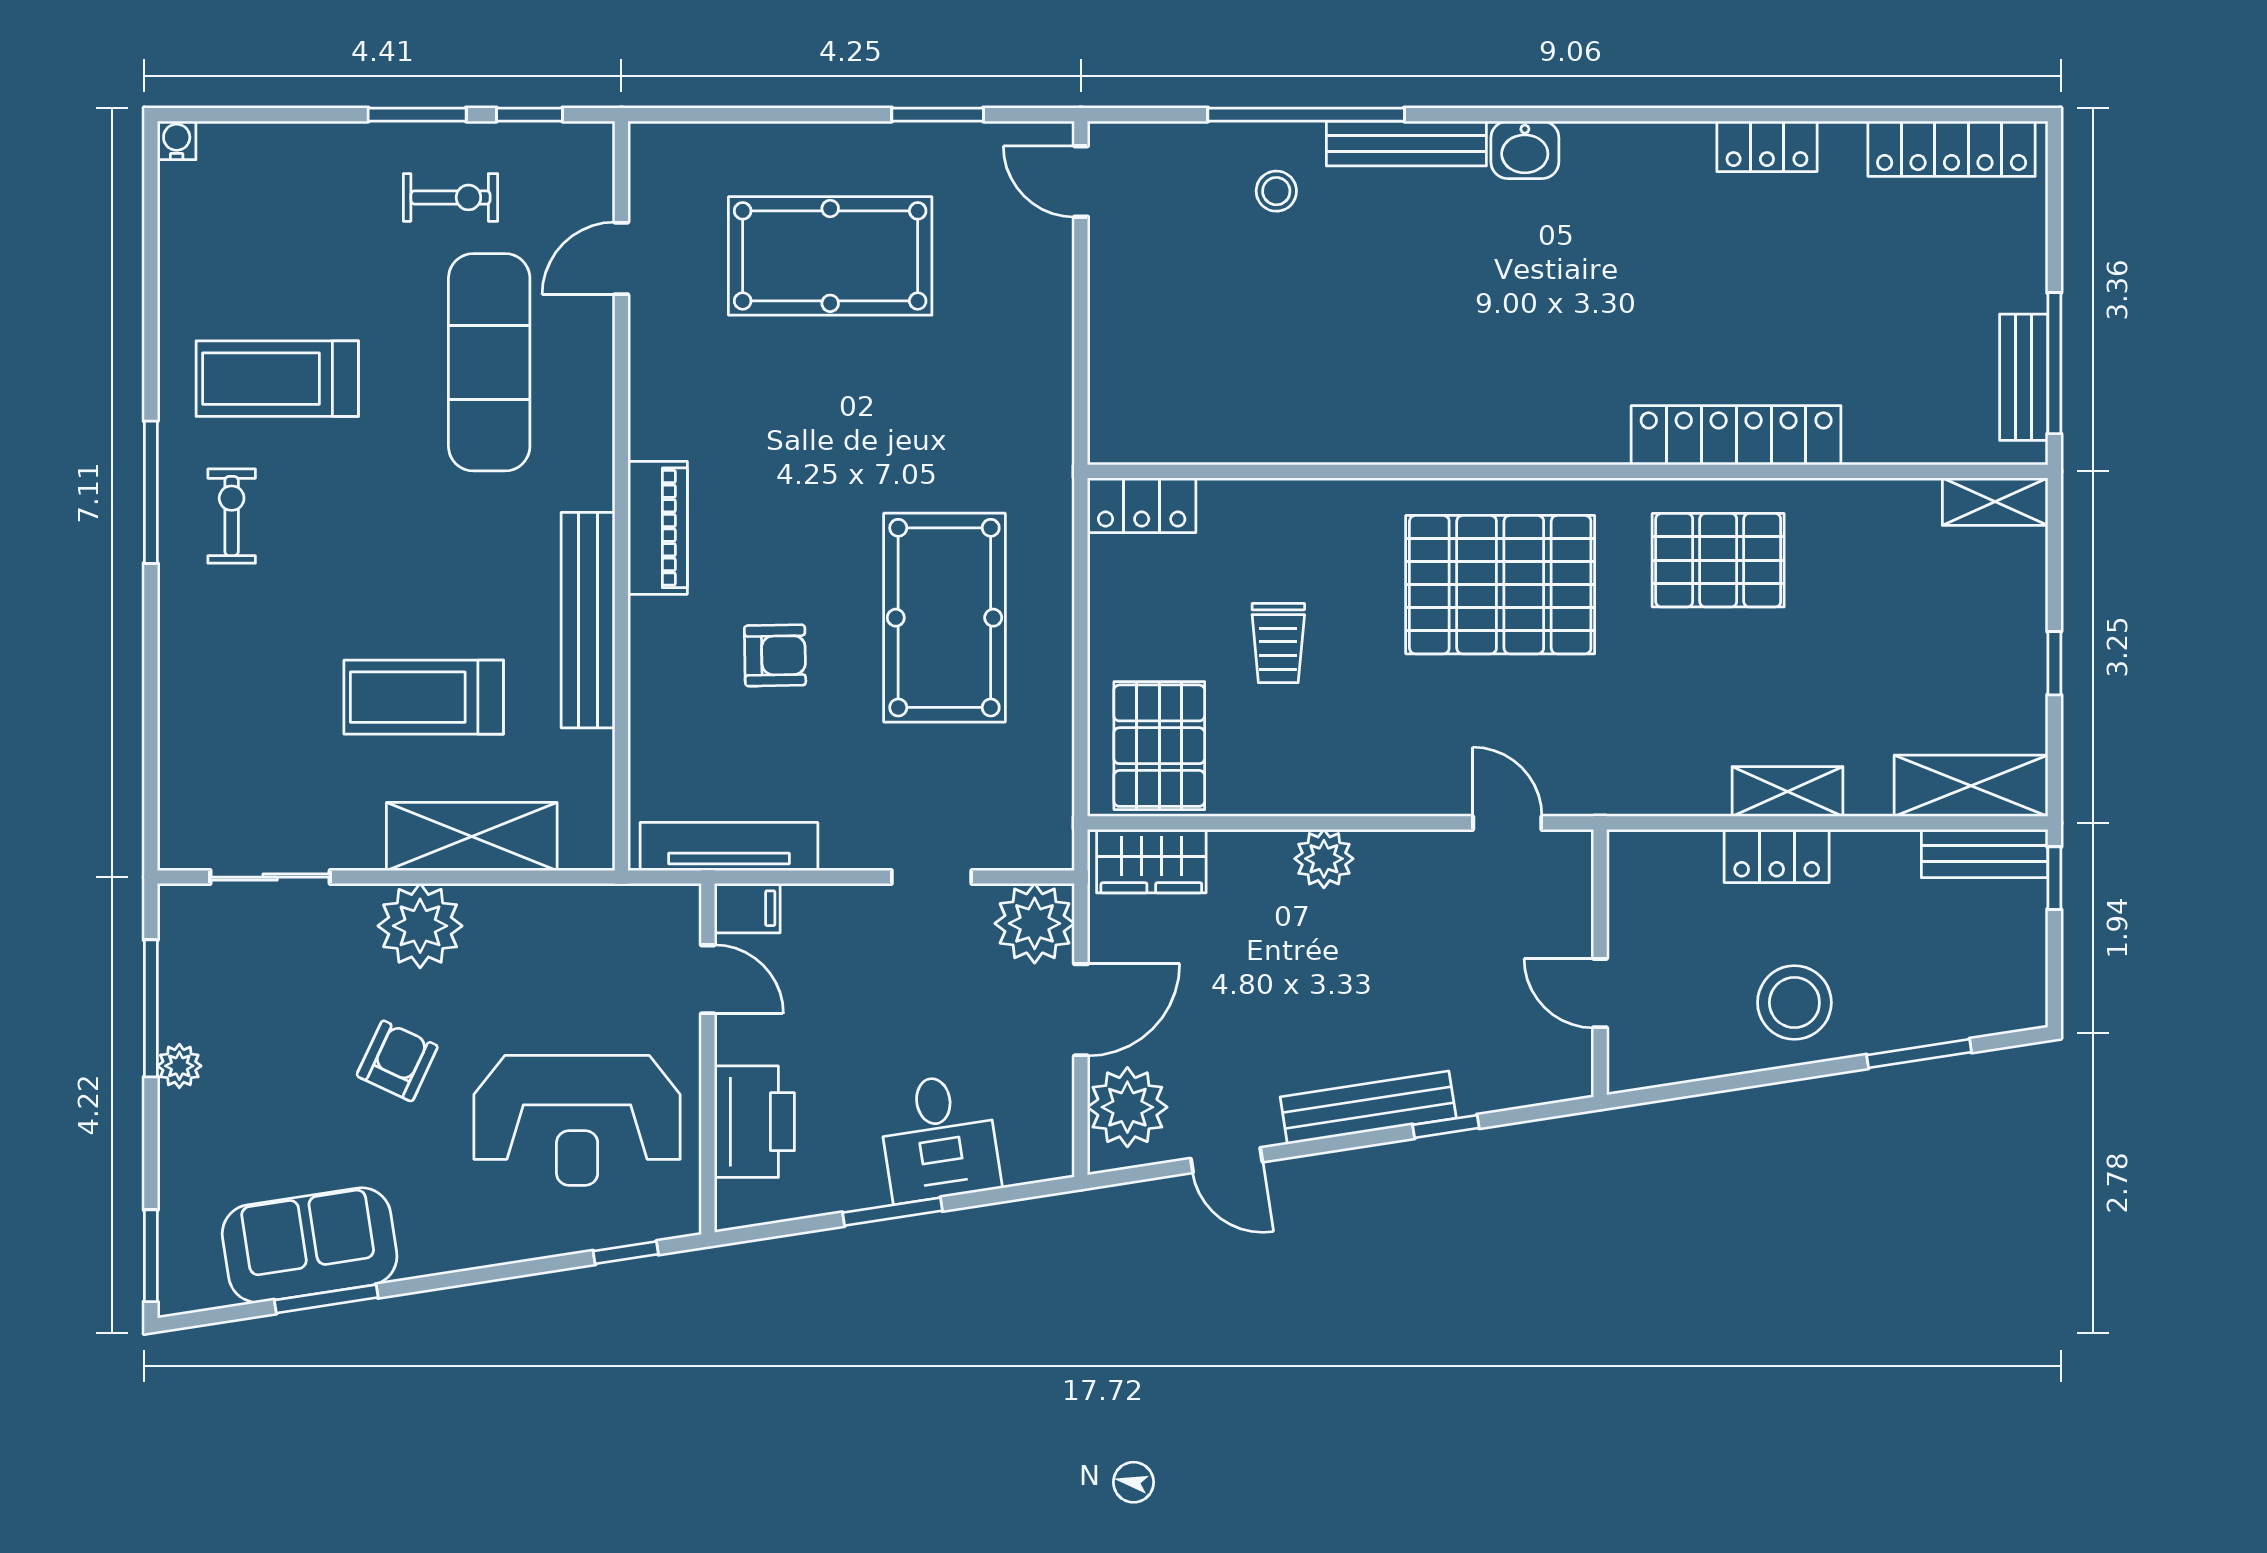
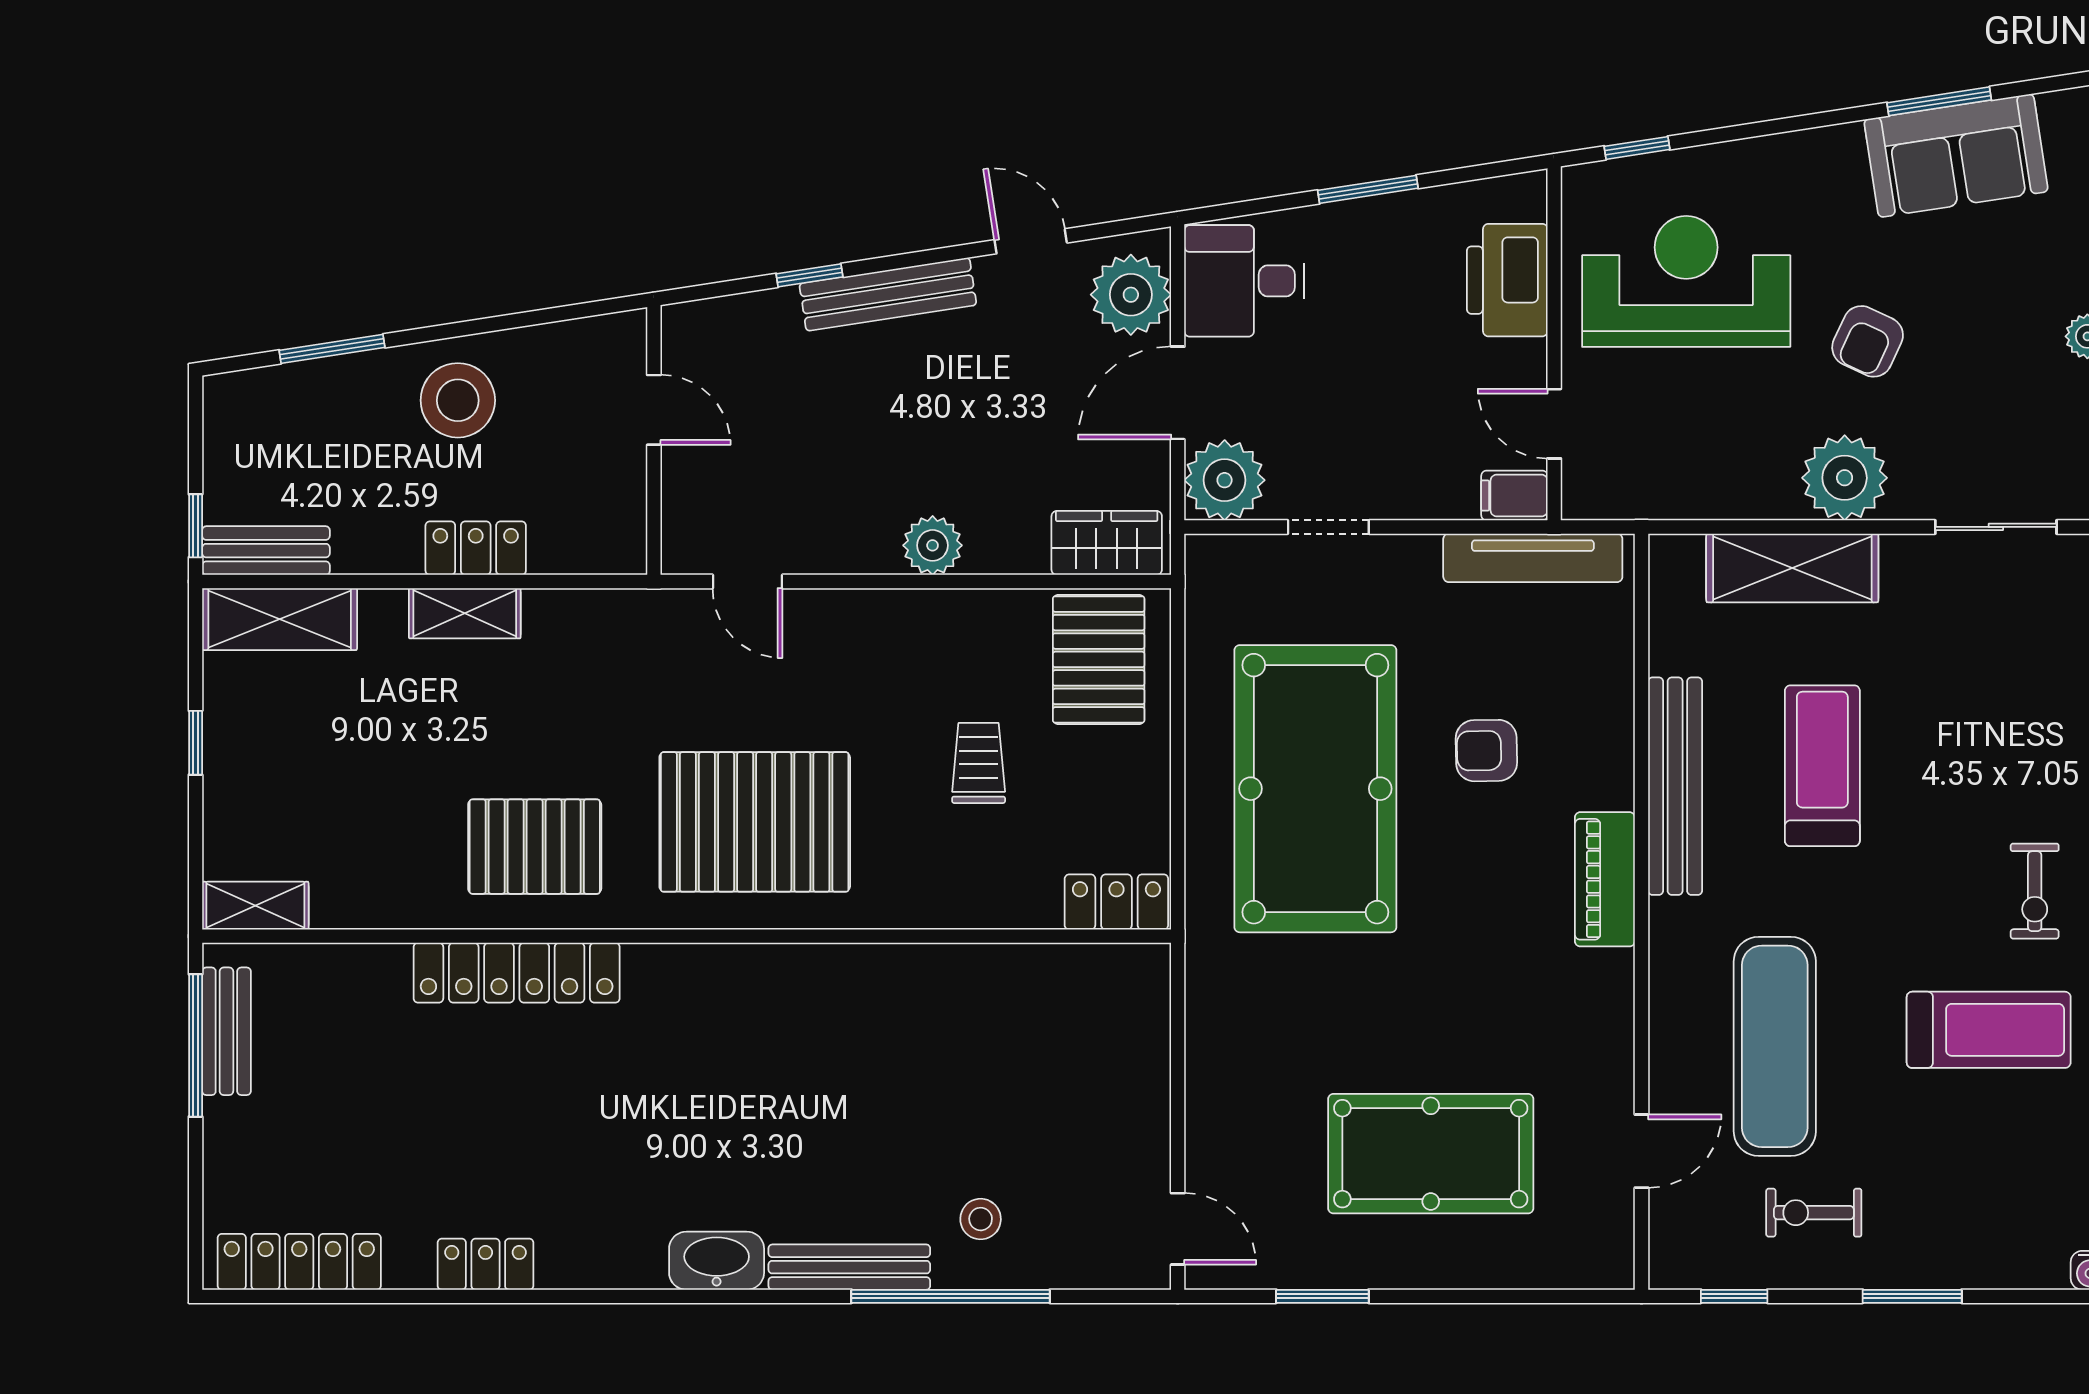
window: (417, 115) -> (1912, 1296), moved
washbasin: (1525, 150) -> (717, 1261), width x1.38
pool table: (944, 618) -> (1315, 789), width x1.36, depth x1.32
treadmill: (424, 697) -> (1822, 766), moved, turned -90
desk: (939, 1138) -> (1244, 281), moved, turned -81

